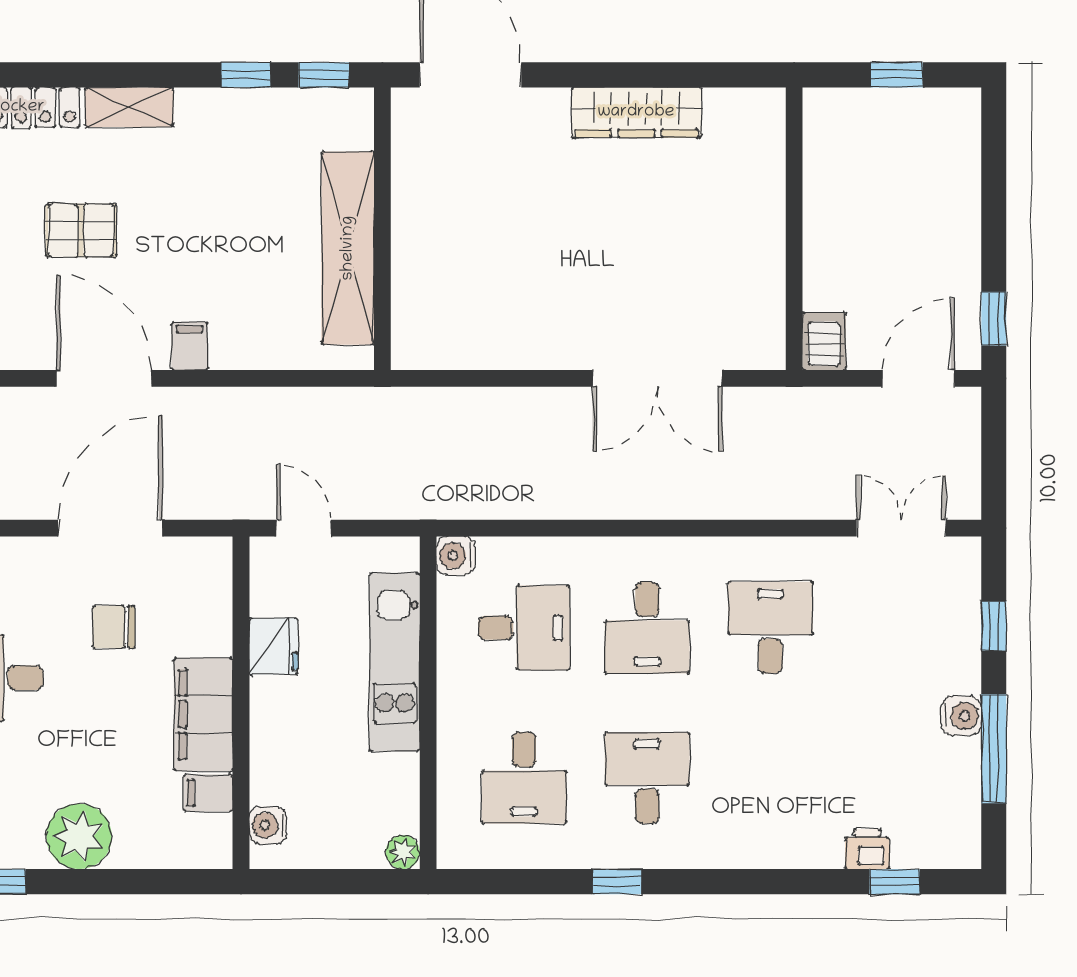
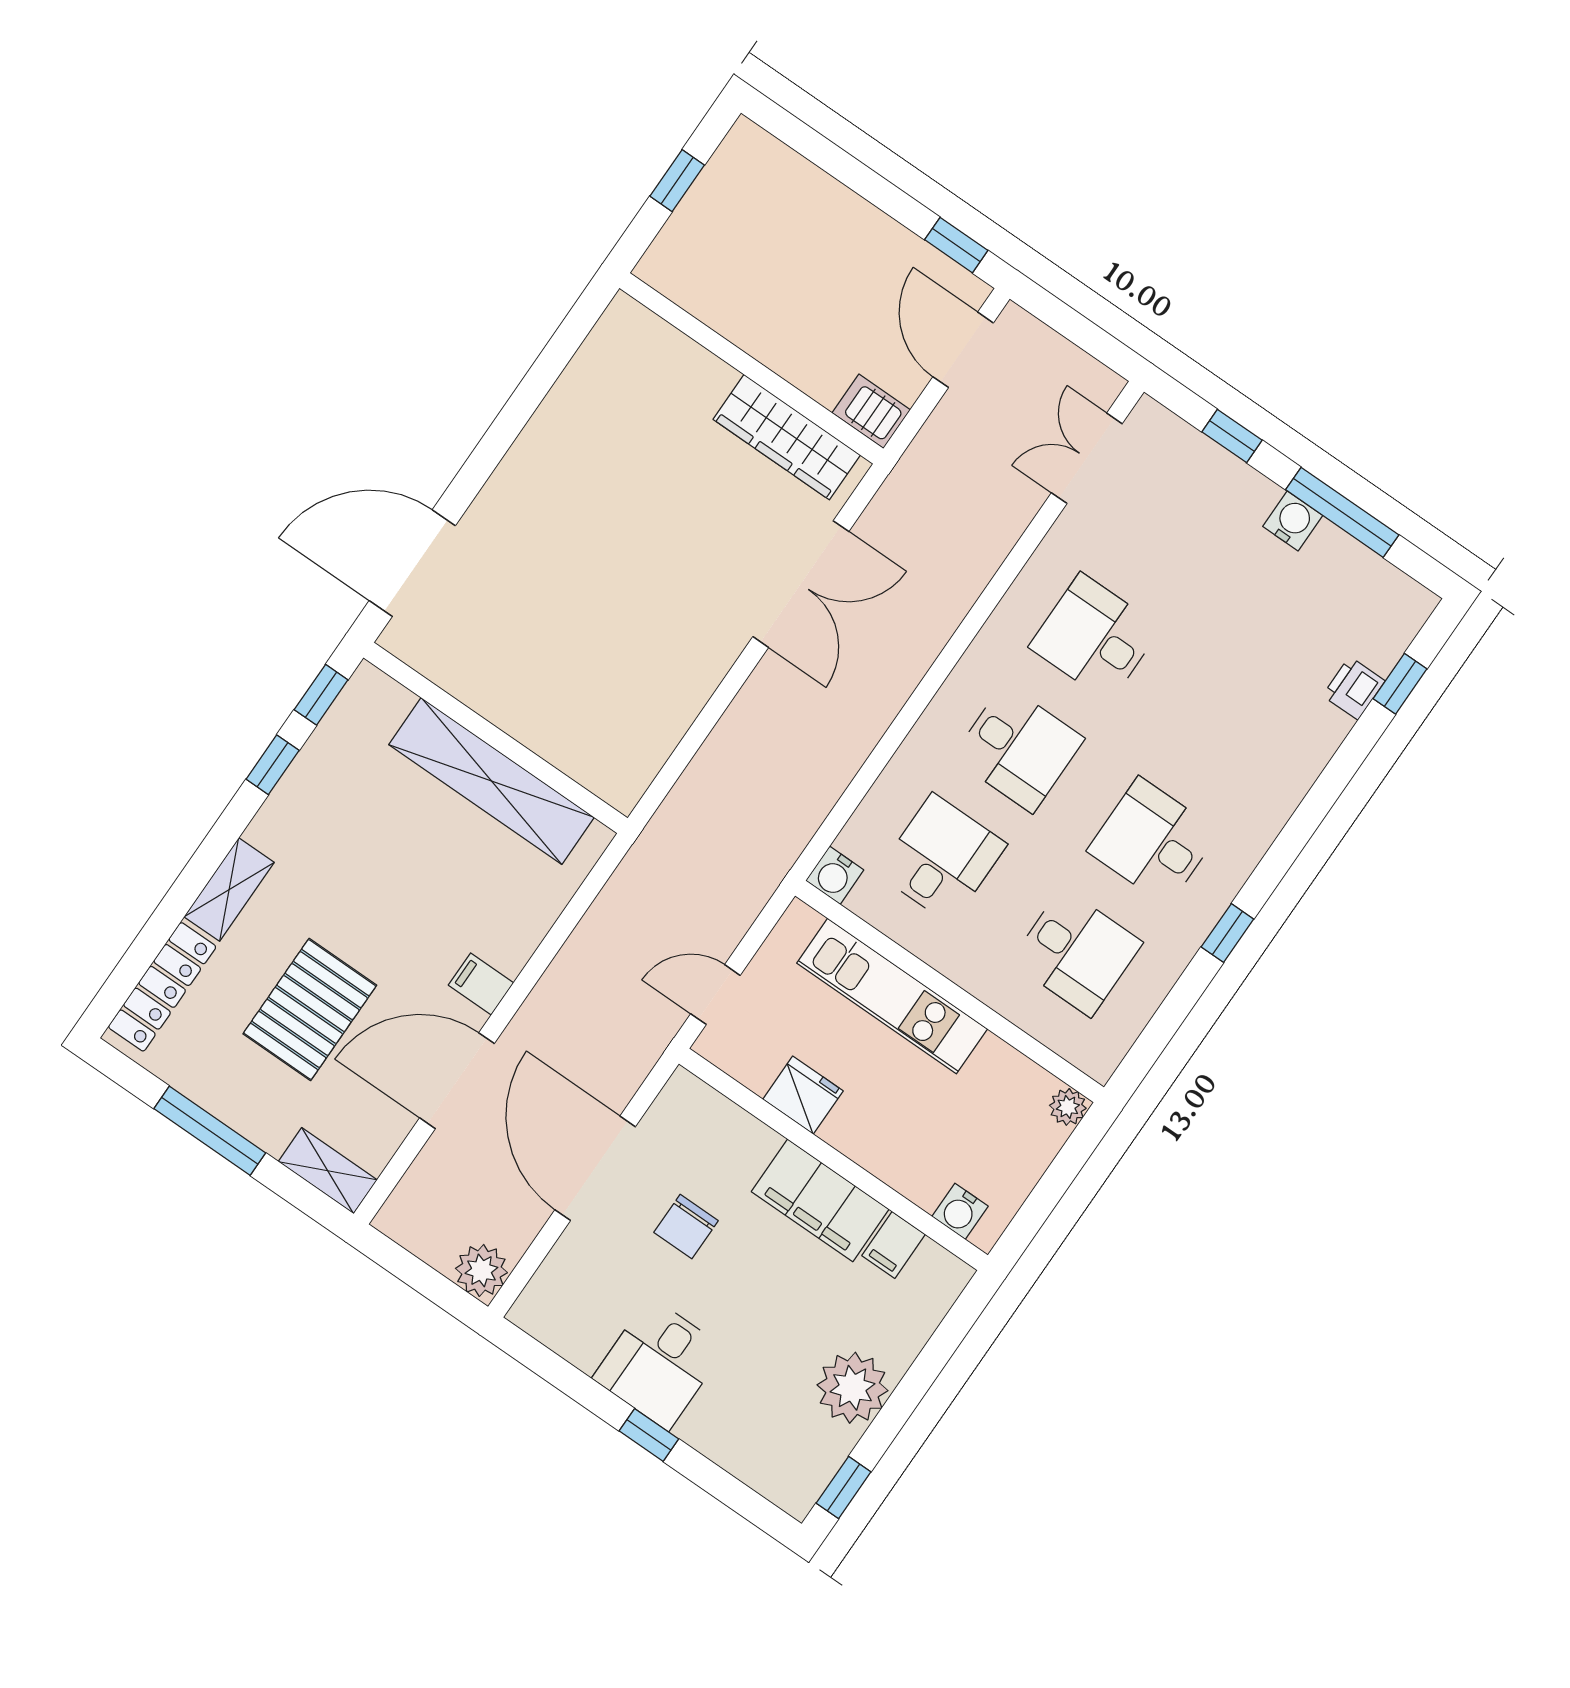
wardrobe: (636, 112) -> (787, 437), moved, turned 90
pallet: (81, 230) -> (310, 1010), width x1.50, depth x1.42

